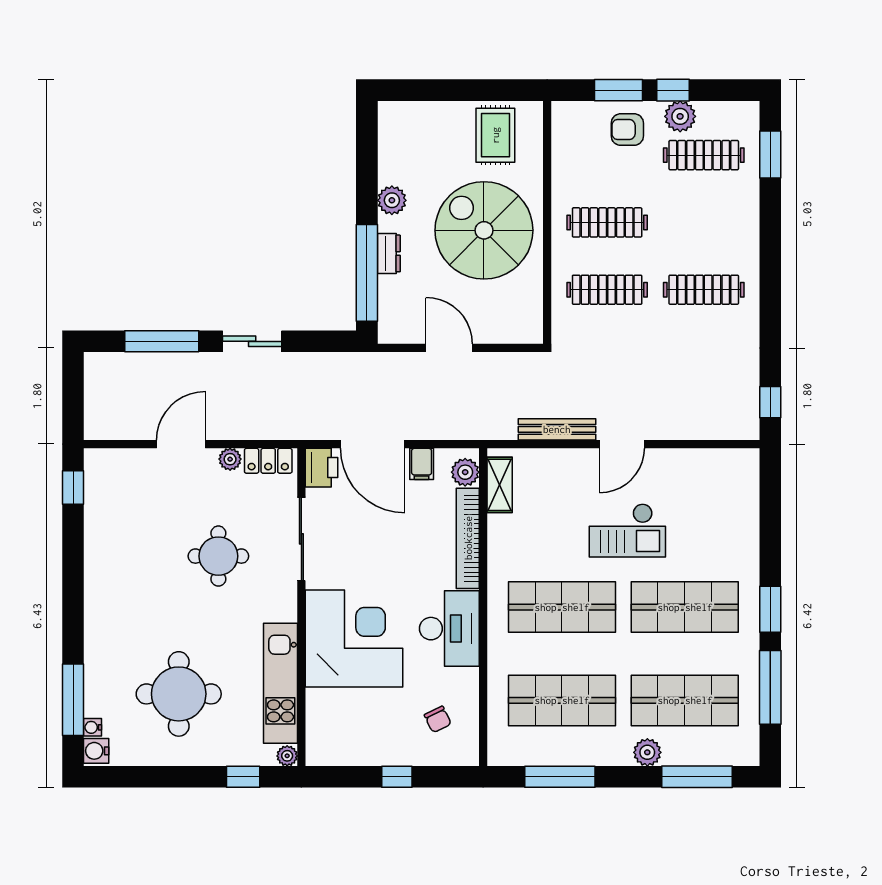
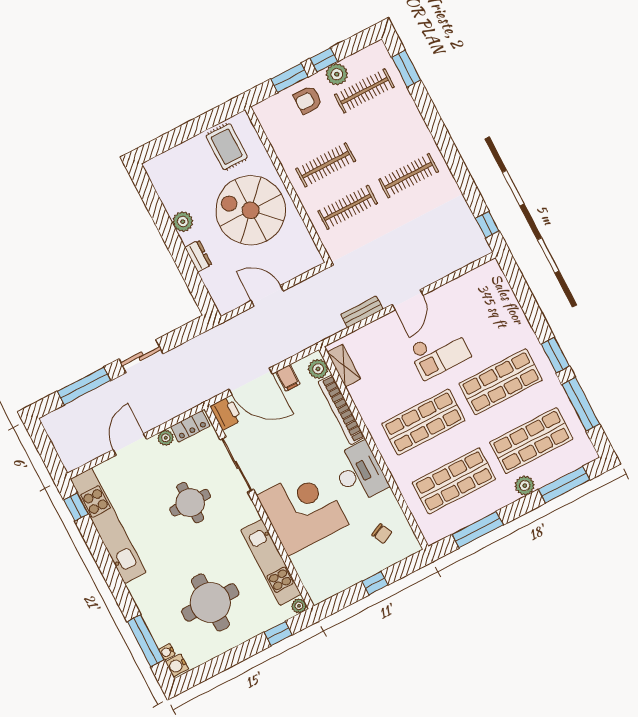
window: (367, 273) -> (191, 275), removed
bench: (557, 429) -> (362, 312), width x0.73
kitchen unit: (101, 531) -> (108, 526), added

